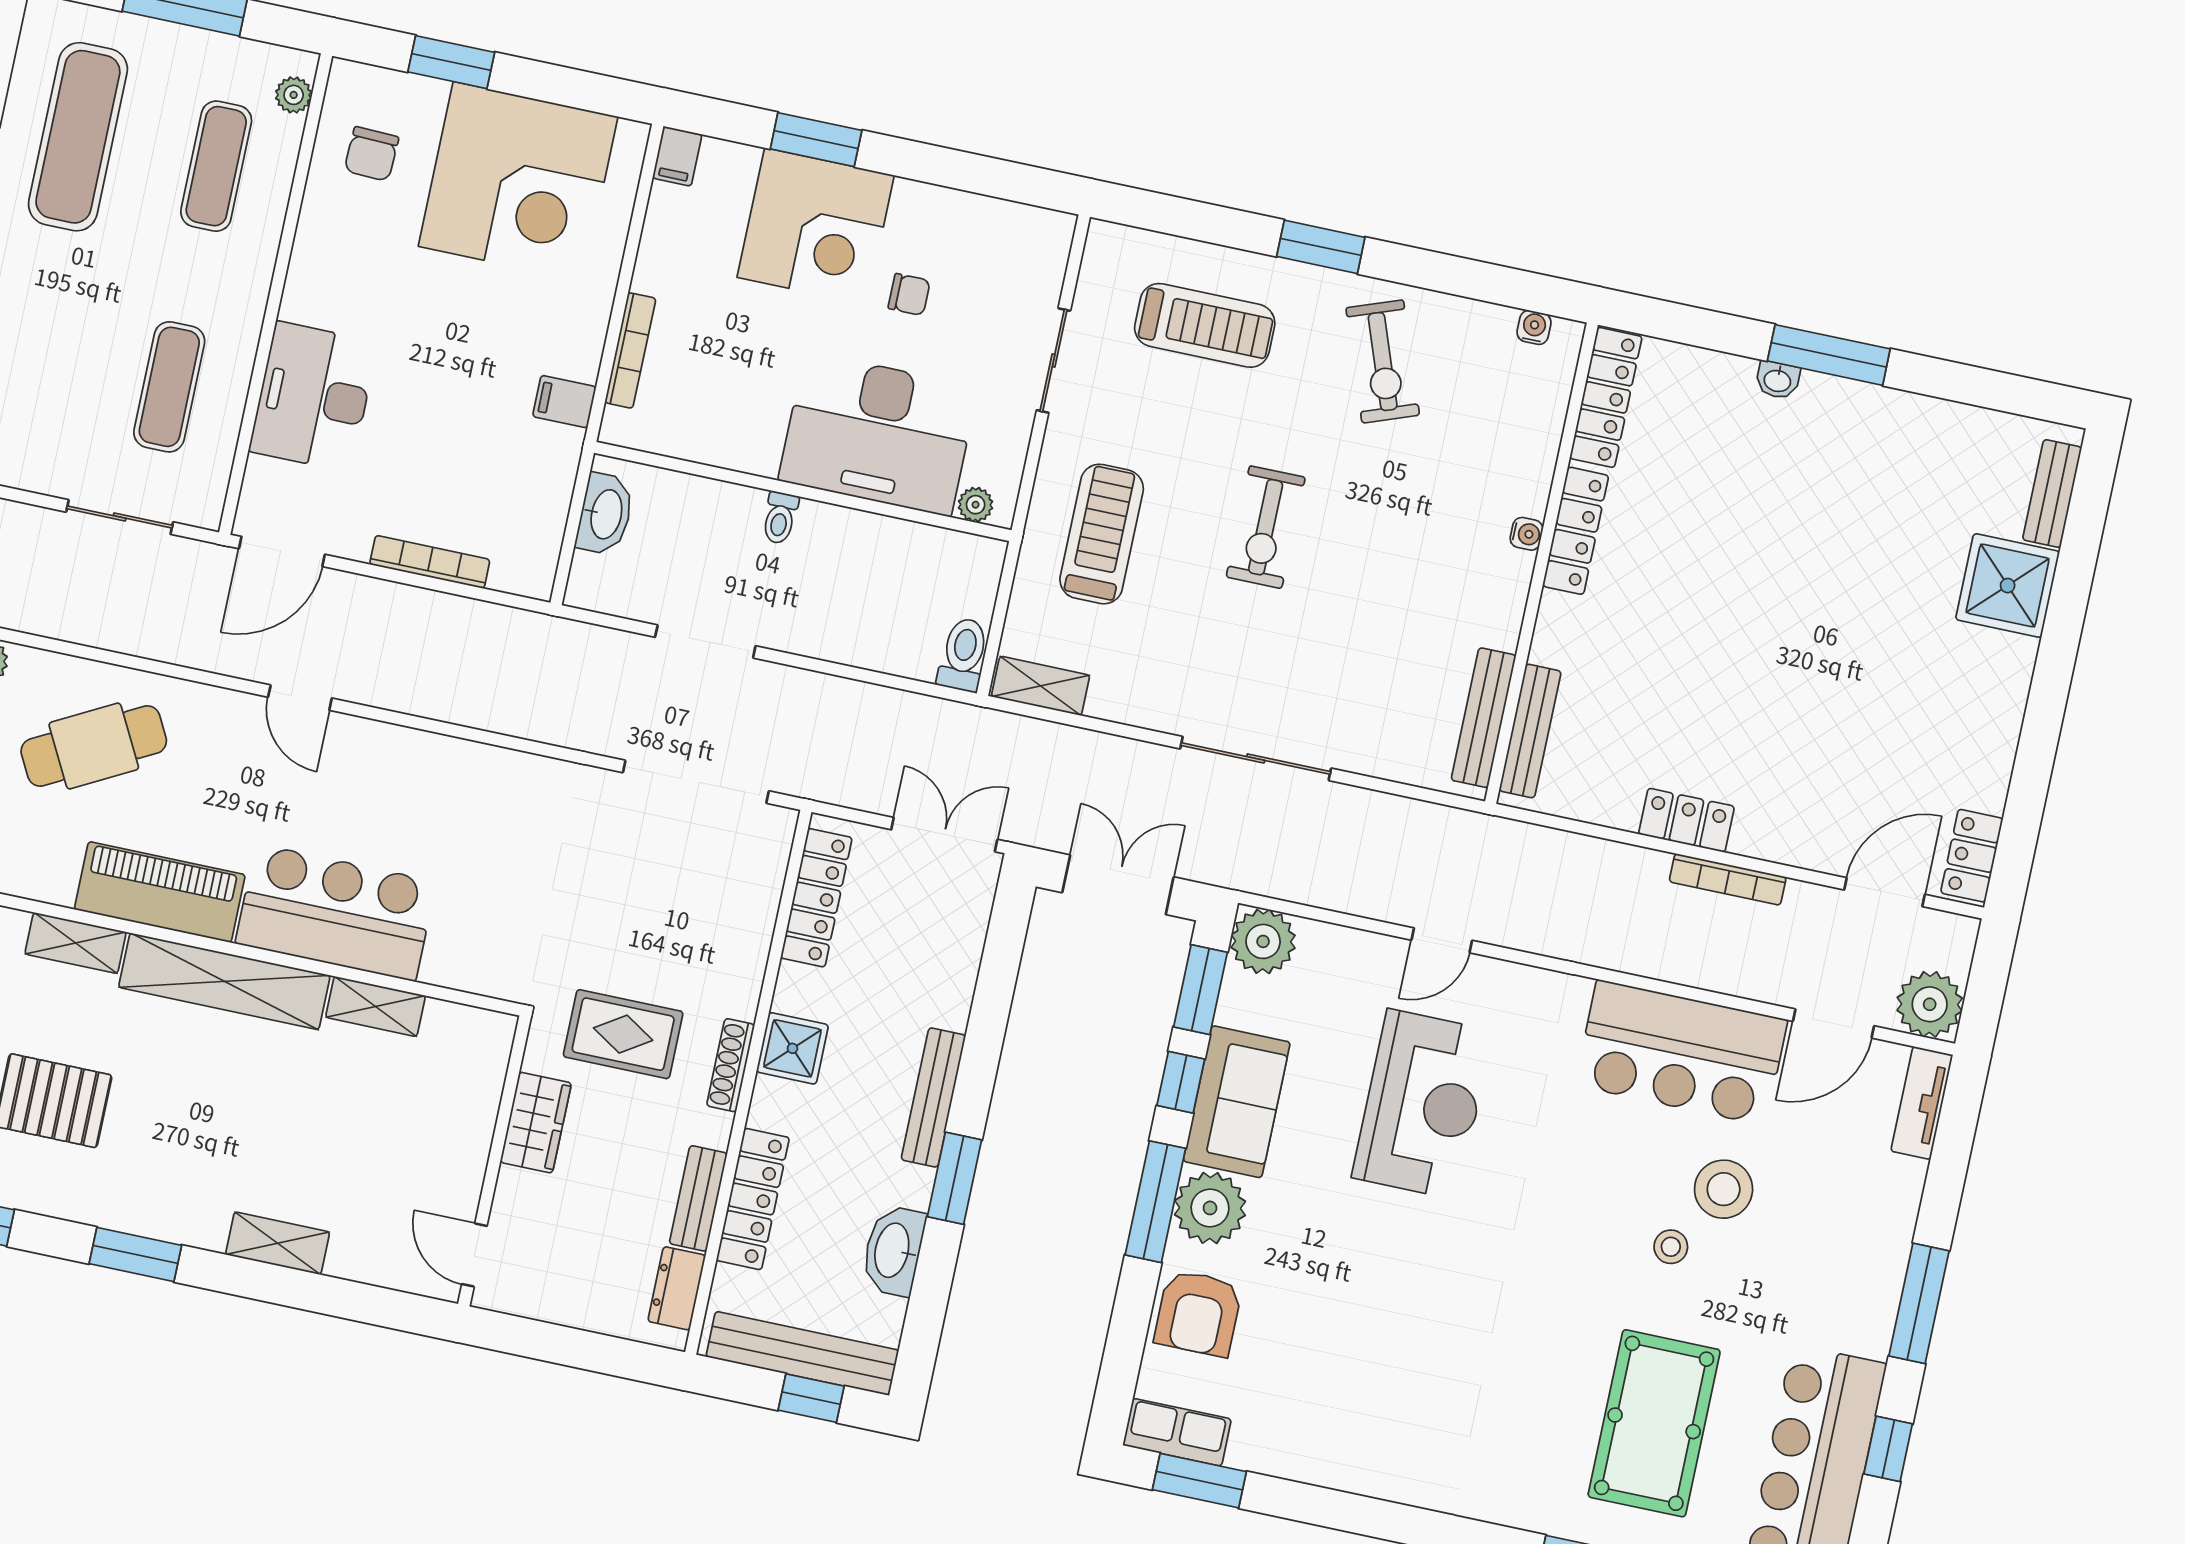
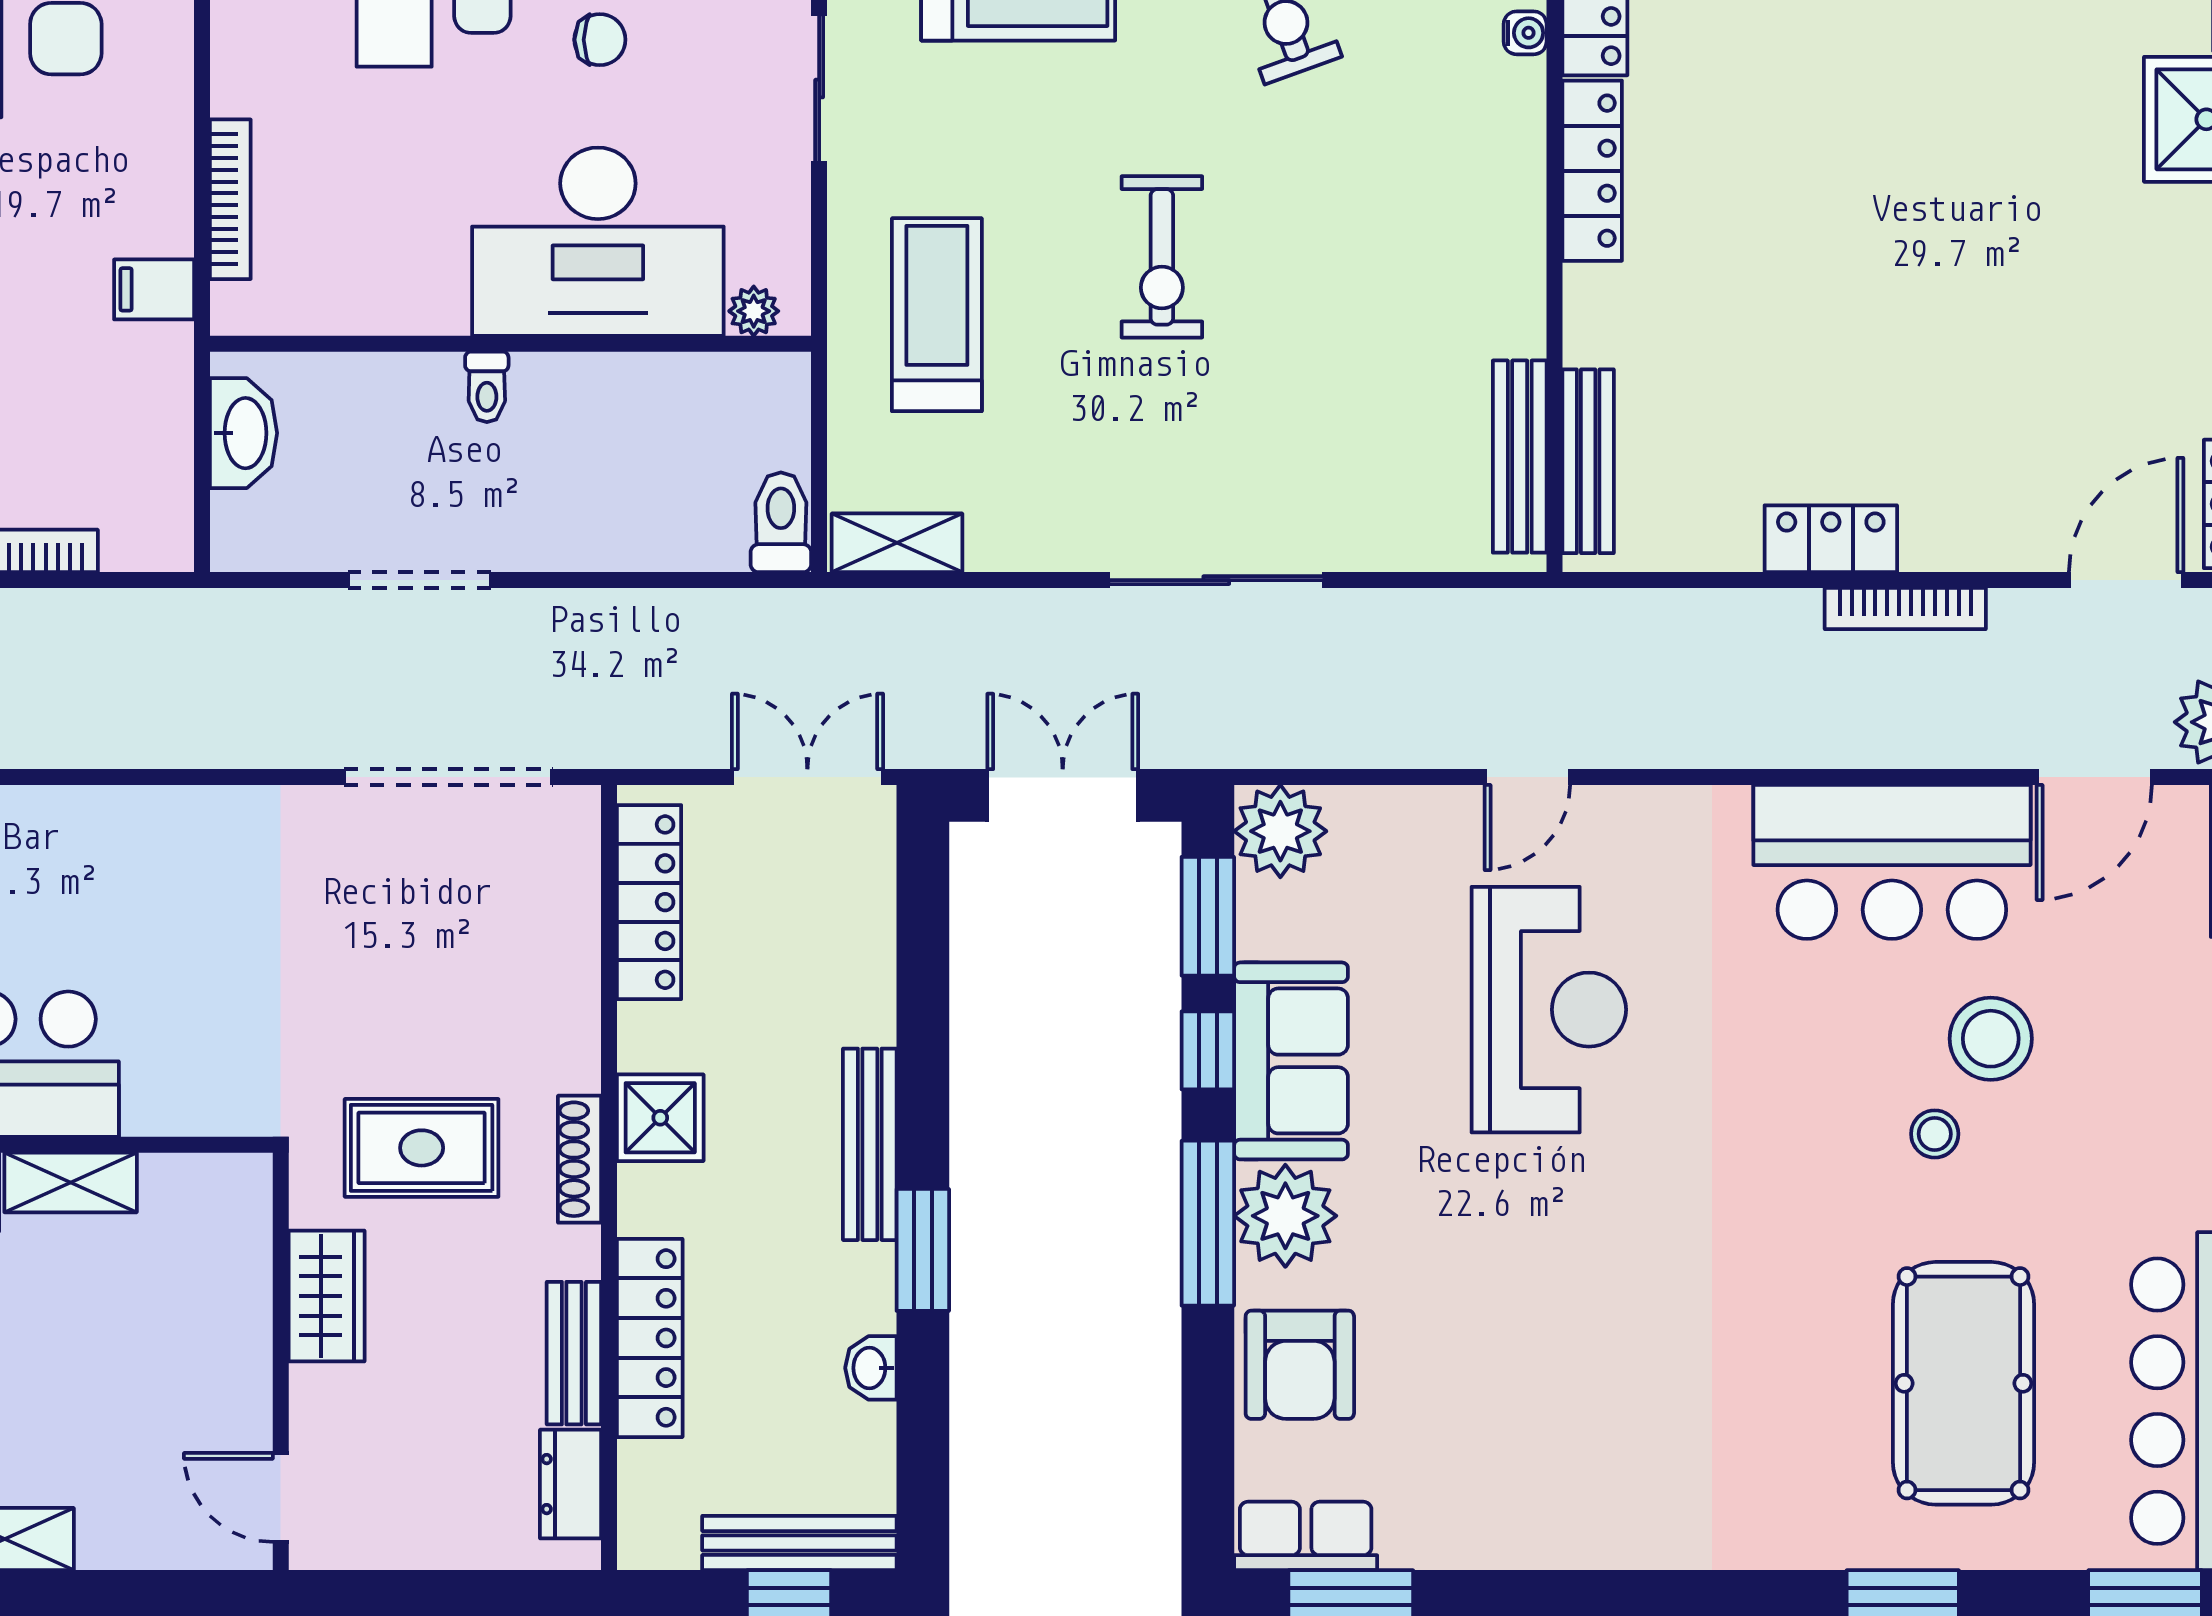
water cooler: (1527, 534) -> (1525, 33), moved
washbasin: (893, 1251) -> (871, 1368), width x0.52, depth x0.69
bench: (802, 1353) -> (799, 1543), width x0.73, depth x0.82

